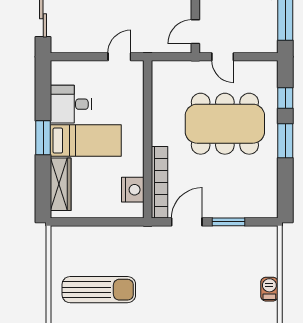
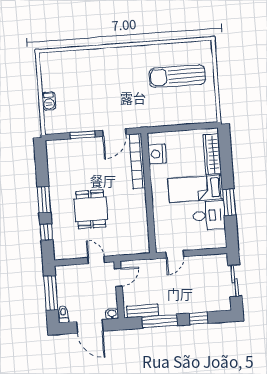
dining table: (225, 124) -> (91, 209), width x0.53, depth x0.80
window: (43, 138) -> (229, 202), moved
barbecue: (269, 289) -> (49, 101), moved

